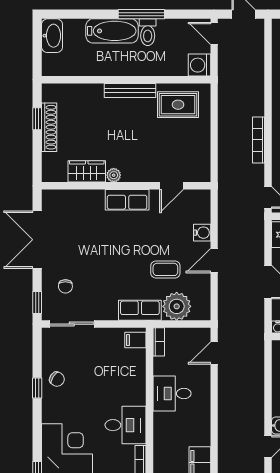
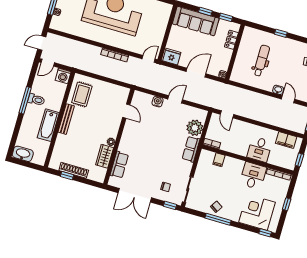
bathtub: (112, 31) -> (48, 125), moved, turned 180
row of seats: (127, 200) -> (119, 165), moved
door: (214, 261) -> (175, 99), swing flipped
coffee table: (165, 269) -> (172, 128), removed
filing cabinet: (135, 340) -> (219, 160), moved
window: (37, 388) -> (218, 219), width x2.17
desk: (172, 393) -> (259, 149), moved

